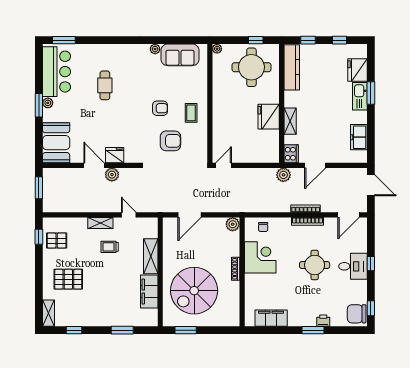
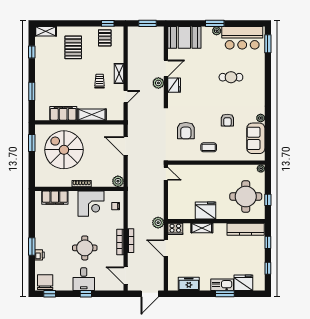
armchair: (160, 108) -> (227, 120), moved
filing cabinet: (271, 318) -> (55, 198), moved, turned 90

